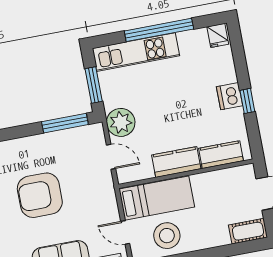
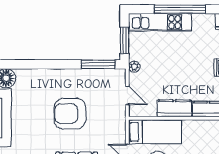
plant: (121, 122) -> (134, 67), width x0.53, depth x0.53

